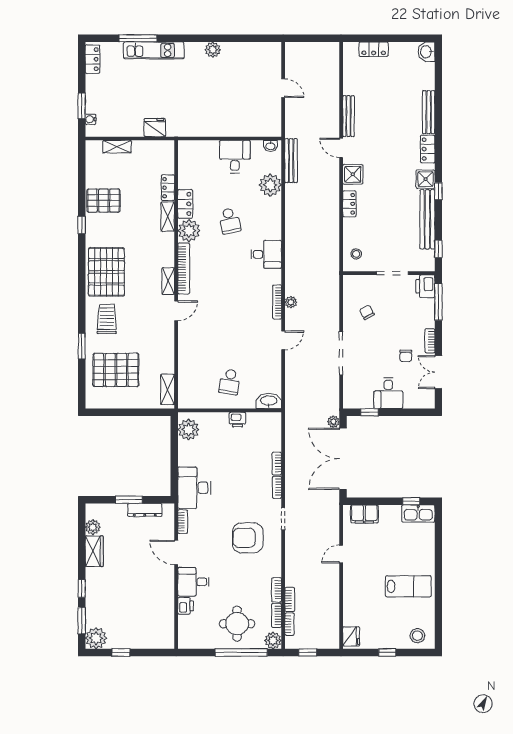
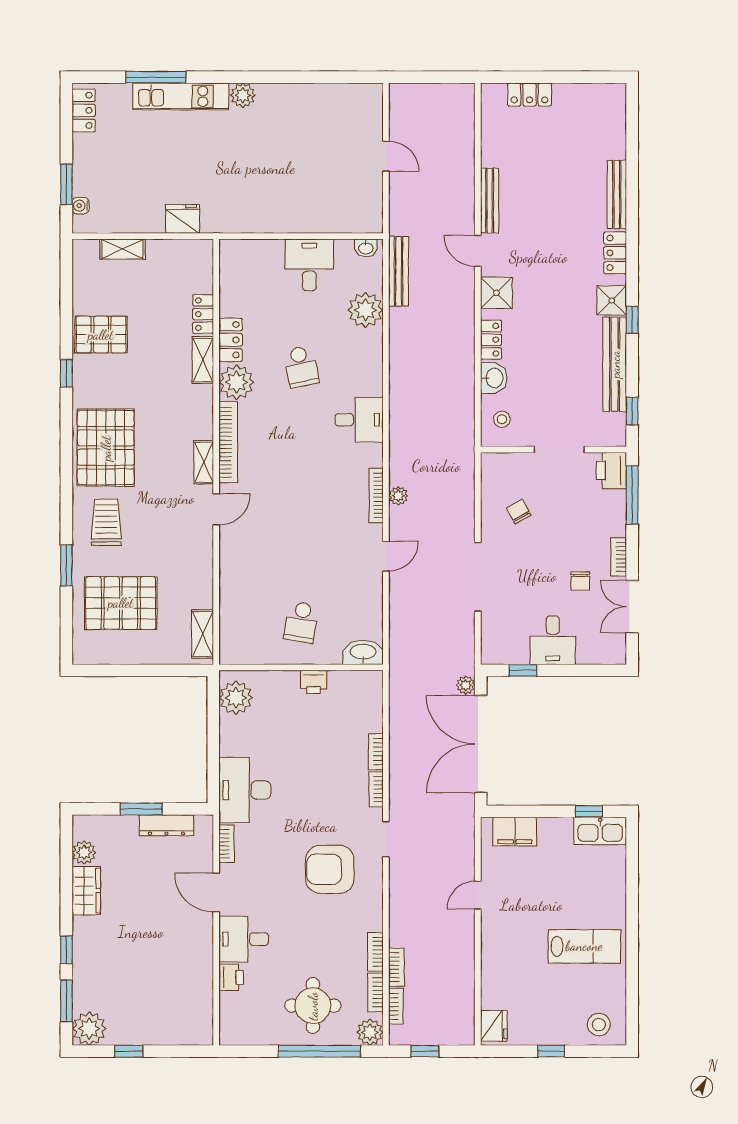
plant: (213, 50) -> (243, 95), moved
washbasin: (426, 52) -> (494, 378), moved, turned 180

